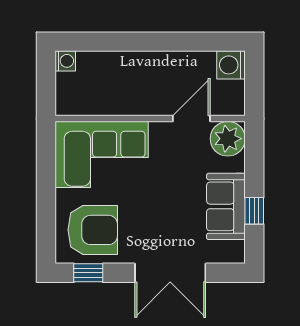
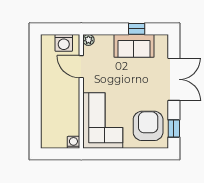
washing machine: (65, 61) -> (73, 142), moved
washing machine: (231, 65) -> (64, 43), moved
plant: (228, 139) -> (88, 40), width x0.53, depth x0.53

